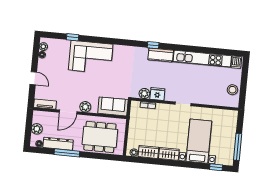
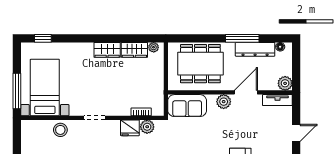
door: (33, 78) -> (296, 133), swing flipped
stool: (232, 90) -> (60, 130), moved
plant: (37, 129) -> (285, 83), moved
bed with nightstands: (199, 141) -> (45, 87), moved, turned 180
window: (238, 147) -> (17, 91), moved

